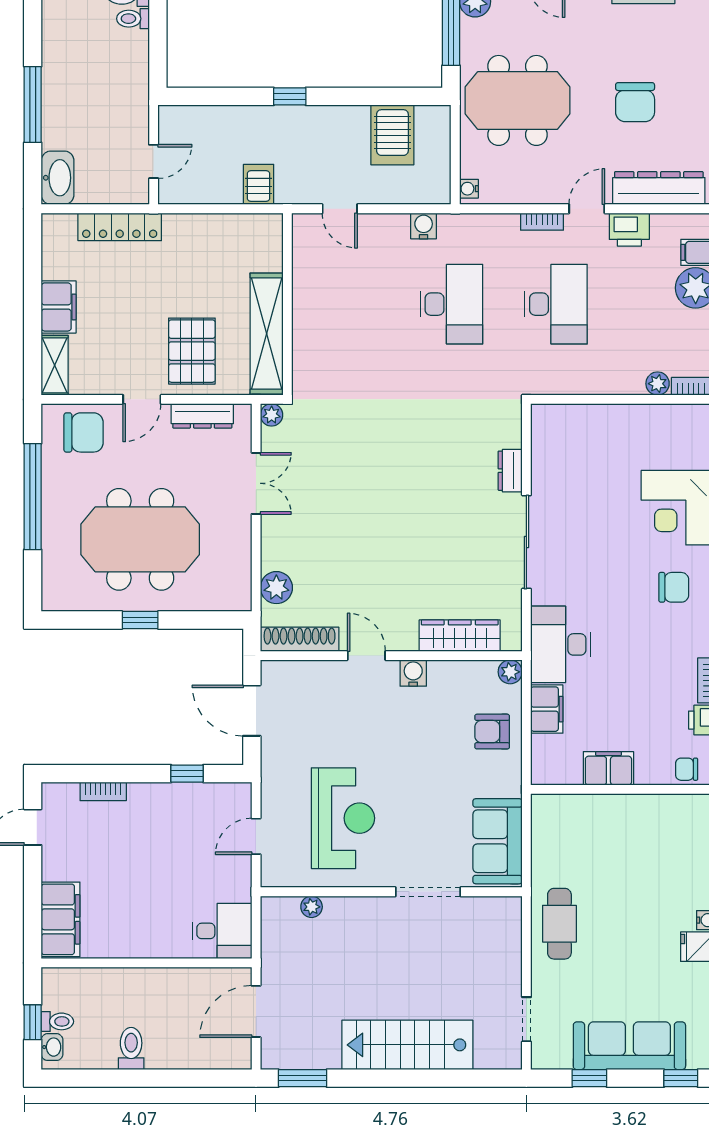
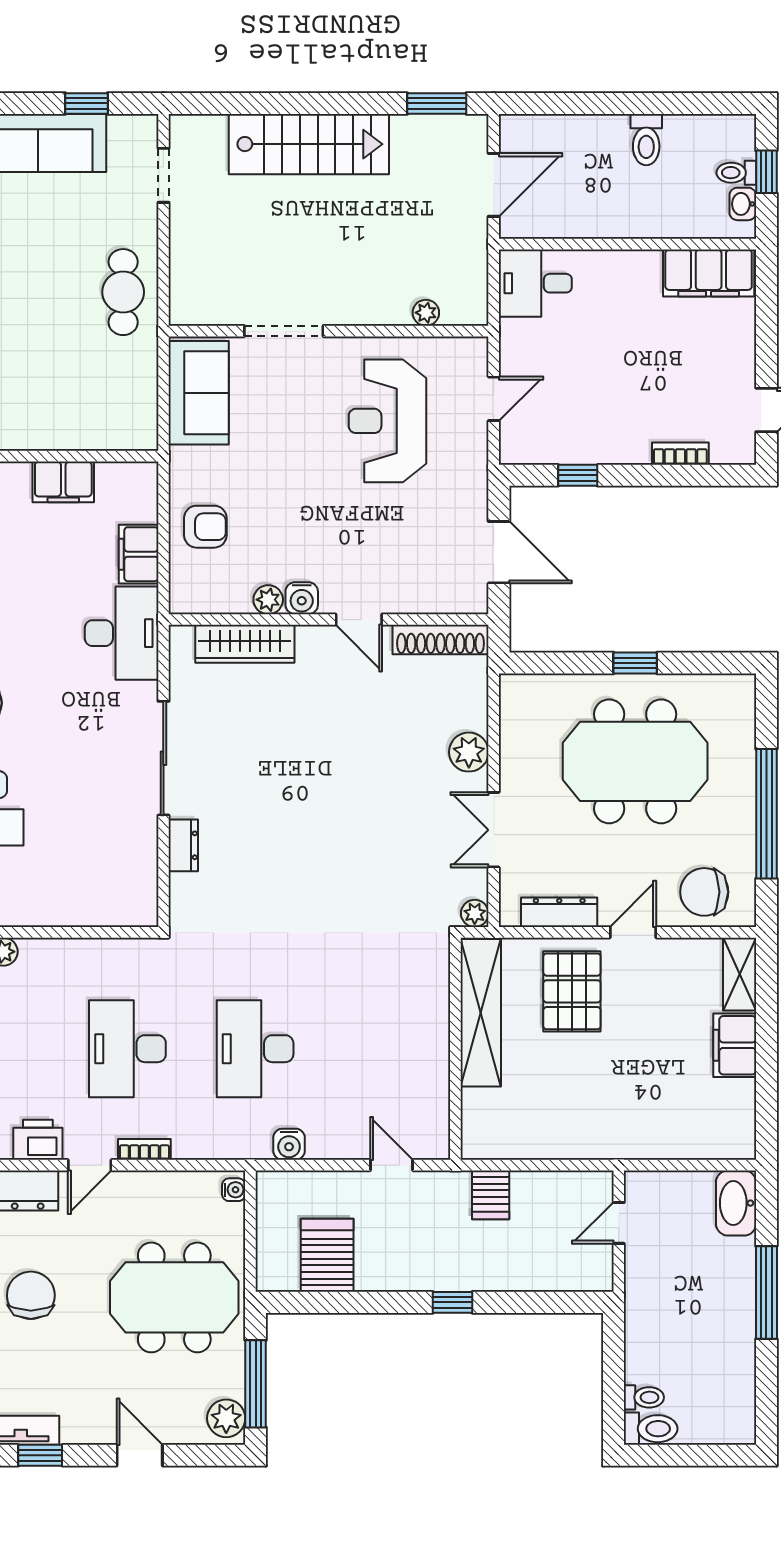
locker: (120, 227) -> (660, 1143), removed
plant: (276, 588) -> (469, 752), moved
plant: (510, 672) -> (268, 600), moved
filing cabinet: (61, 919) -> (709, 273), moved, turned -90
washbasin: (52, 1047) -> (743, 204), moved

